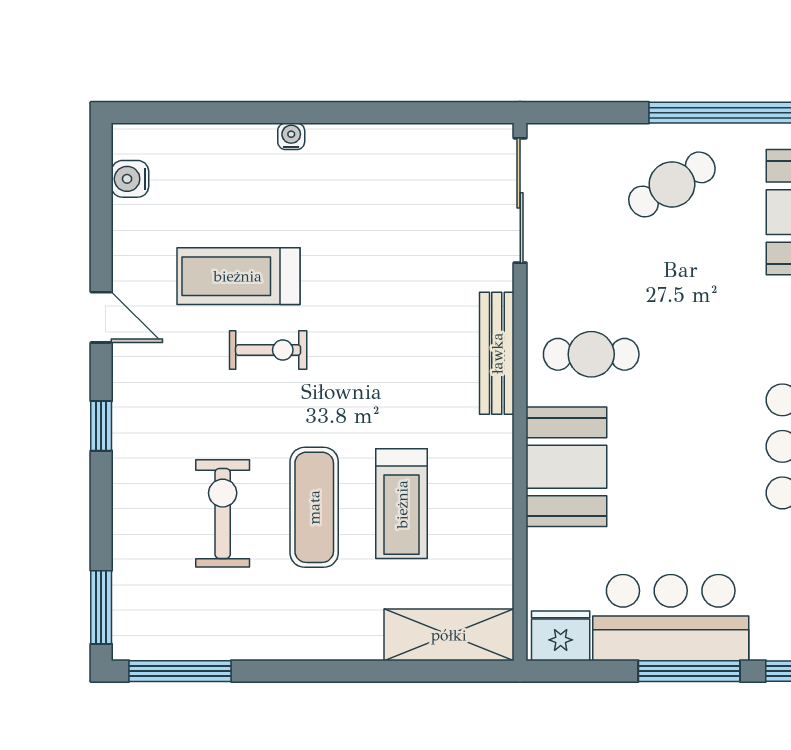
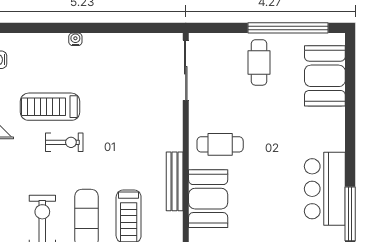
cafe table: (672, 184) -> (259, 62), turned -59
bench: (497, 353) -> (175, 181), moved

